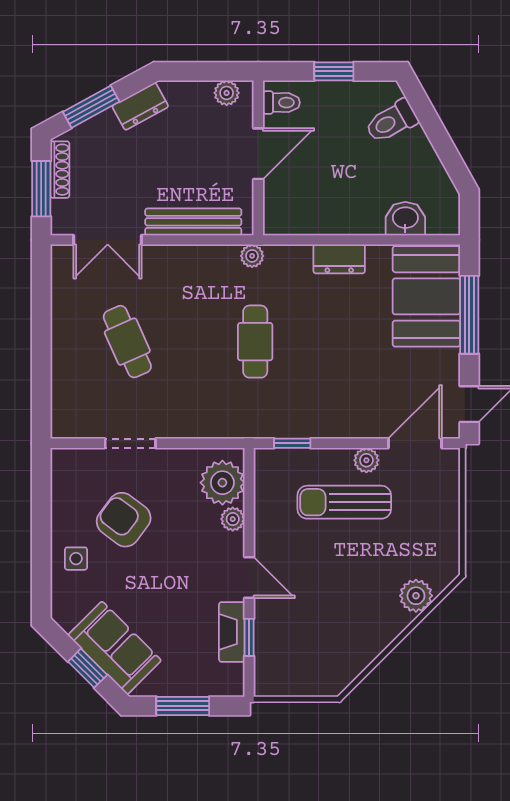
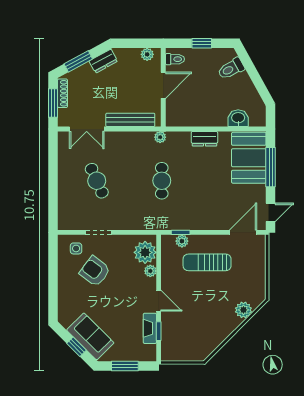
plant: (366, 460) -> (182, 241), moved
side table: (76, 559) -> (76, 248), moved

